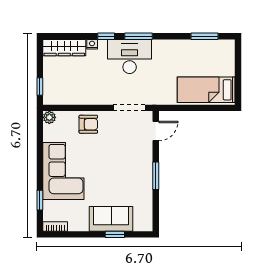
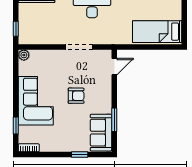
doorway: (129, 108) -> (79, 47), moved
armchair: (88, 124) -> (76, 96), moved
window: (156, 176) -> (114, 120), moved
sofa: (111, 219) -> (101, 133), moved, turned -90

